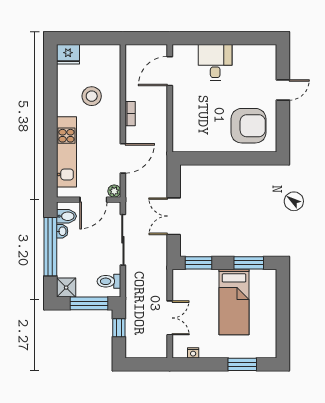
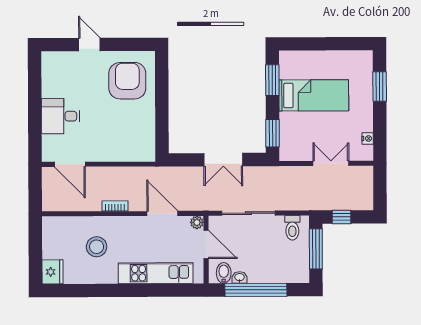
shower: (66, 288) -> (299, 273), removed

